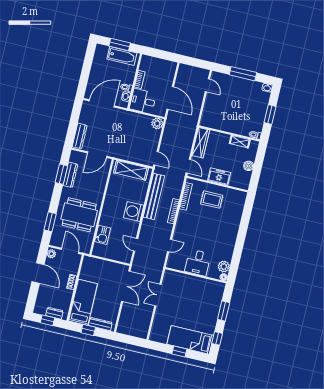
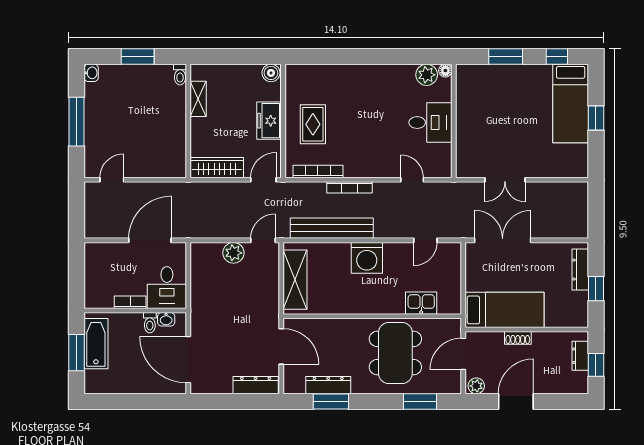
plant: (157, 123) -> (233, 253), moved
boiler: (249, 166) -> (271, 73), moved
bed: (83, 302) -> (504, 310), moved, turned 180

